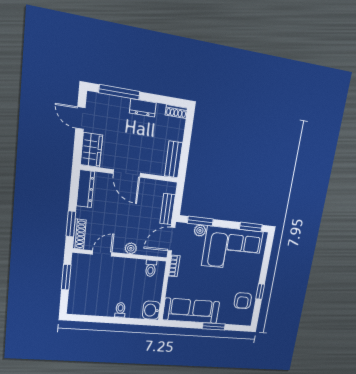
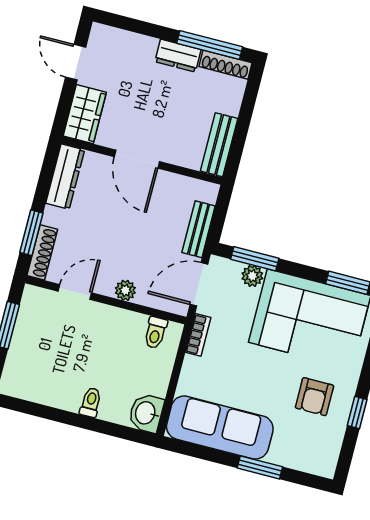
window: (119, 92) -> (210, 45), moved
shoe rack: (176, 112) -> (226, 65), width x1.43
armchair: (243, 301) -> (315, 397), moved

